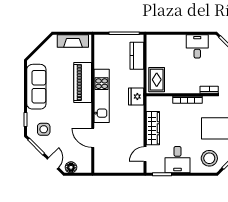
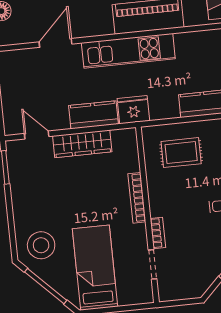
rug: (157, 80) -> (181, 153), moved
kitchen counter: (137, 120) -> (93, 115), added
desk: (178, 160) -> (33, 191), removed

